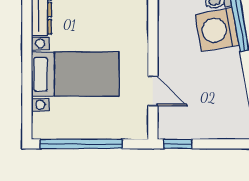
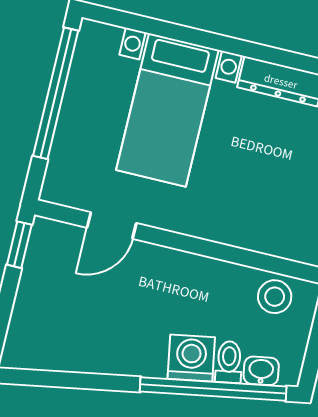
washing machine: (217, 30) -> (191, 358), width x0.73, depth x0.73

